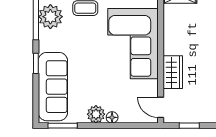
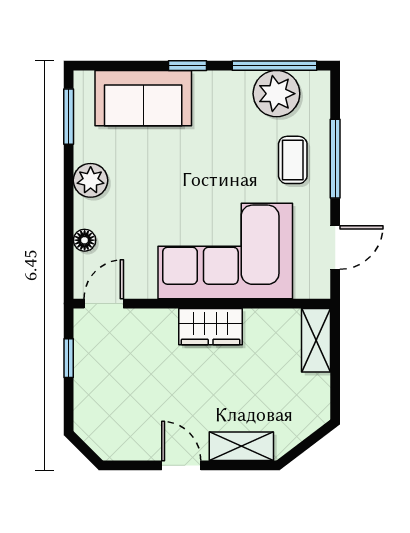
wardrobe: (173, 72) -> (211, 327), moved
sofa: (53, 87) -> (143, 98), width x0.73
floor lamp: (112, 117) -> (85, 240), moved

